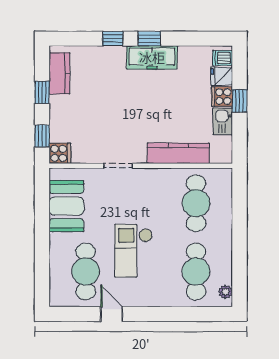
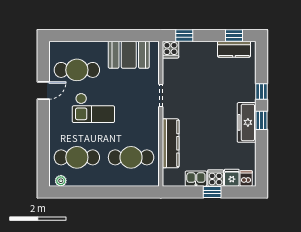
window: (42, 92) -> (234, 35), moved
checkout: (134, 251) -> (93, 108), turned 180

